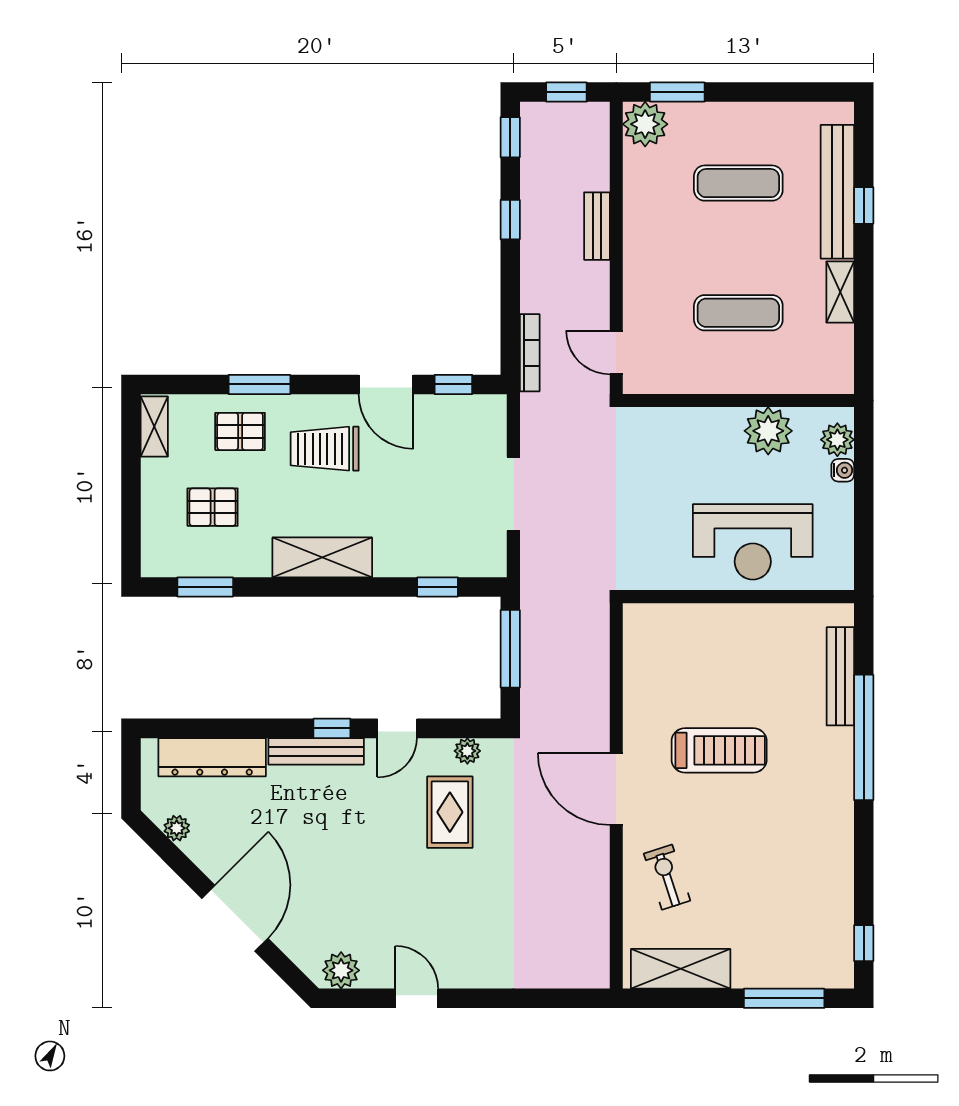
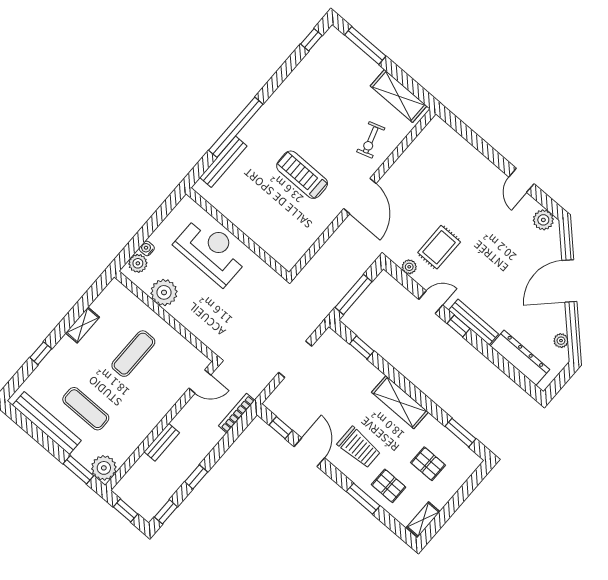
bench: (837, 192) -> (47, 423), moved, turned 90
exercise mat: (738, 313) -> (133, 354), turned 90
door: (616, 352) -> (200, 381), hinge flipped

